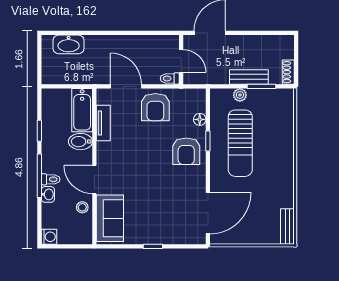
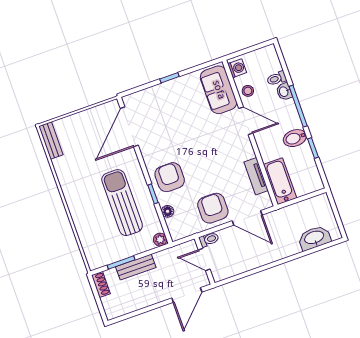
plant: (240, 95) -> (160, 240), moved
bidet: (80, 142) -> (295, 138), moved, turned 180
toilet: (51, 179) -> (277, 78), moved
washing machine: (49, 237) -> (237, 68), moved, turned 180

